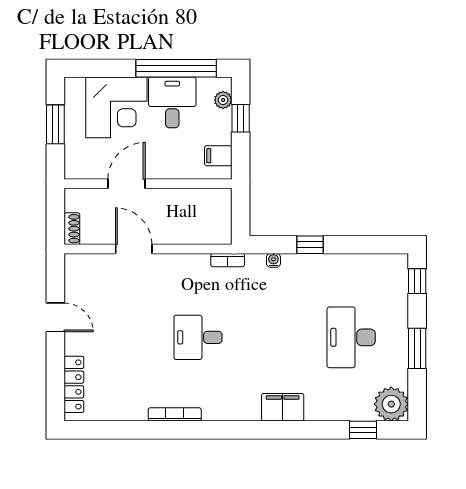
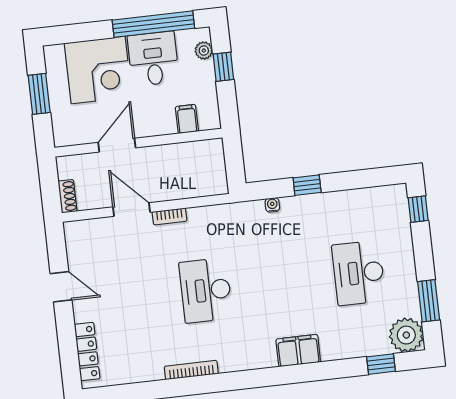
filing cabinet: (218, 156) -> (187, 119), moved, turned 90
bookcase: (228, 260) -> (169, 216), moved
desk: (198, 337) -> (206, 290), width x1.37
window: (417, 348) -> (429, 301), moved

